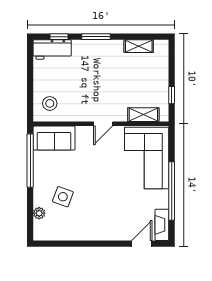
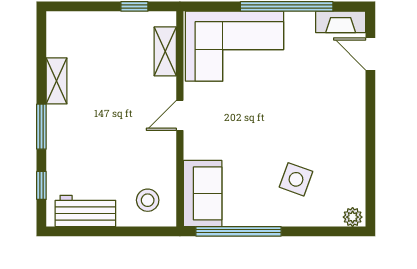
shelving: (139, 46) -> (57, 81), moved
workbench: (52, 49) -> (85, 211), moved, turned -90
door: (103, 124) -> (180, 115), swing flipped
plant: (39, 213) -> (353, 217), moved

